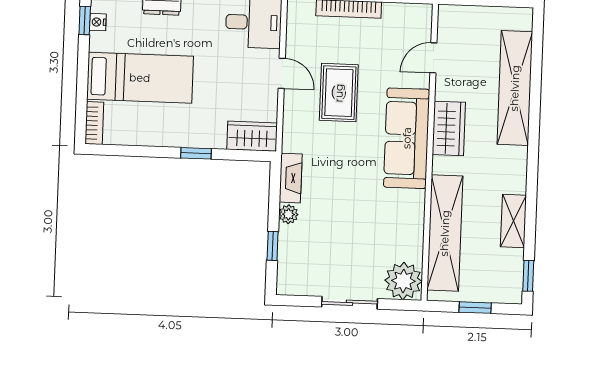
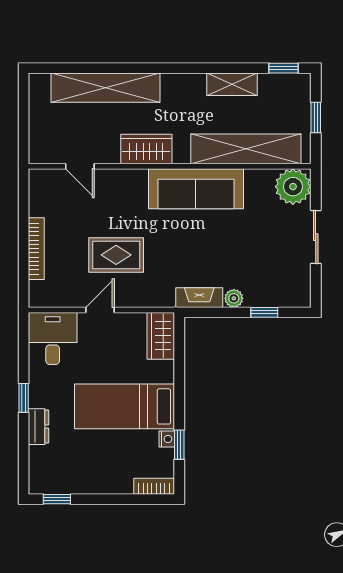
nightstand: (98, 22) -> (167, 439), moved, turned -90
bed: (140, 78) -> (124, 406), moved, turned -90
sofa: (407, 138) -> (196, 189), moved
window: (196, 153) -> (179, 445), moved

